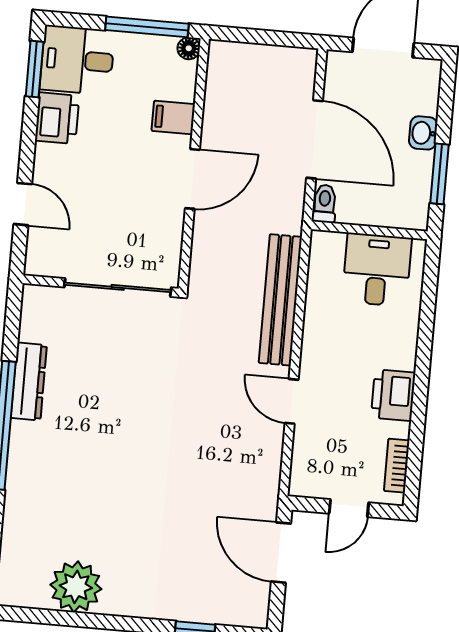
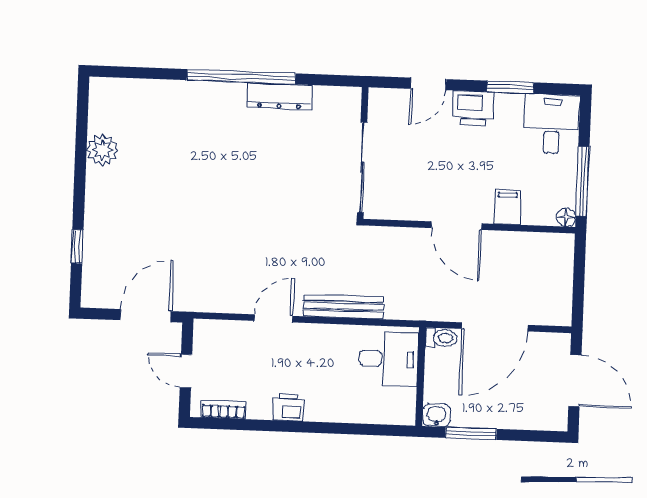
window: (35, 69) -> (510, 87), moved
printer: (57, 118) -> (473, 108), moved
washbasin: (423, 133) -> (437, 415), moved
desk: (377, 270) -> (389, 359), moved
bench: (280, 300) -> (344, 307), width x0.73, depth x0.82
printer: (393, 395) -> (288, 407), width x0.73, depth x0.81
plant: (76, 587) -> (102, 150), width x0.73, depth x0.73

